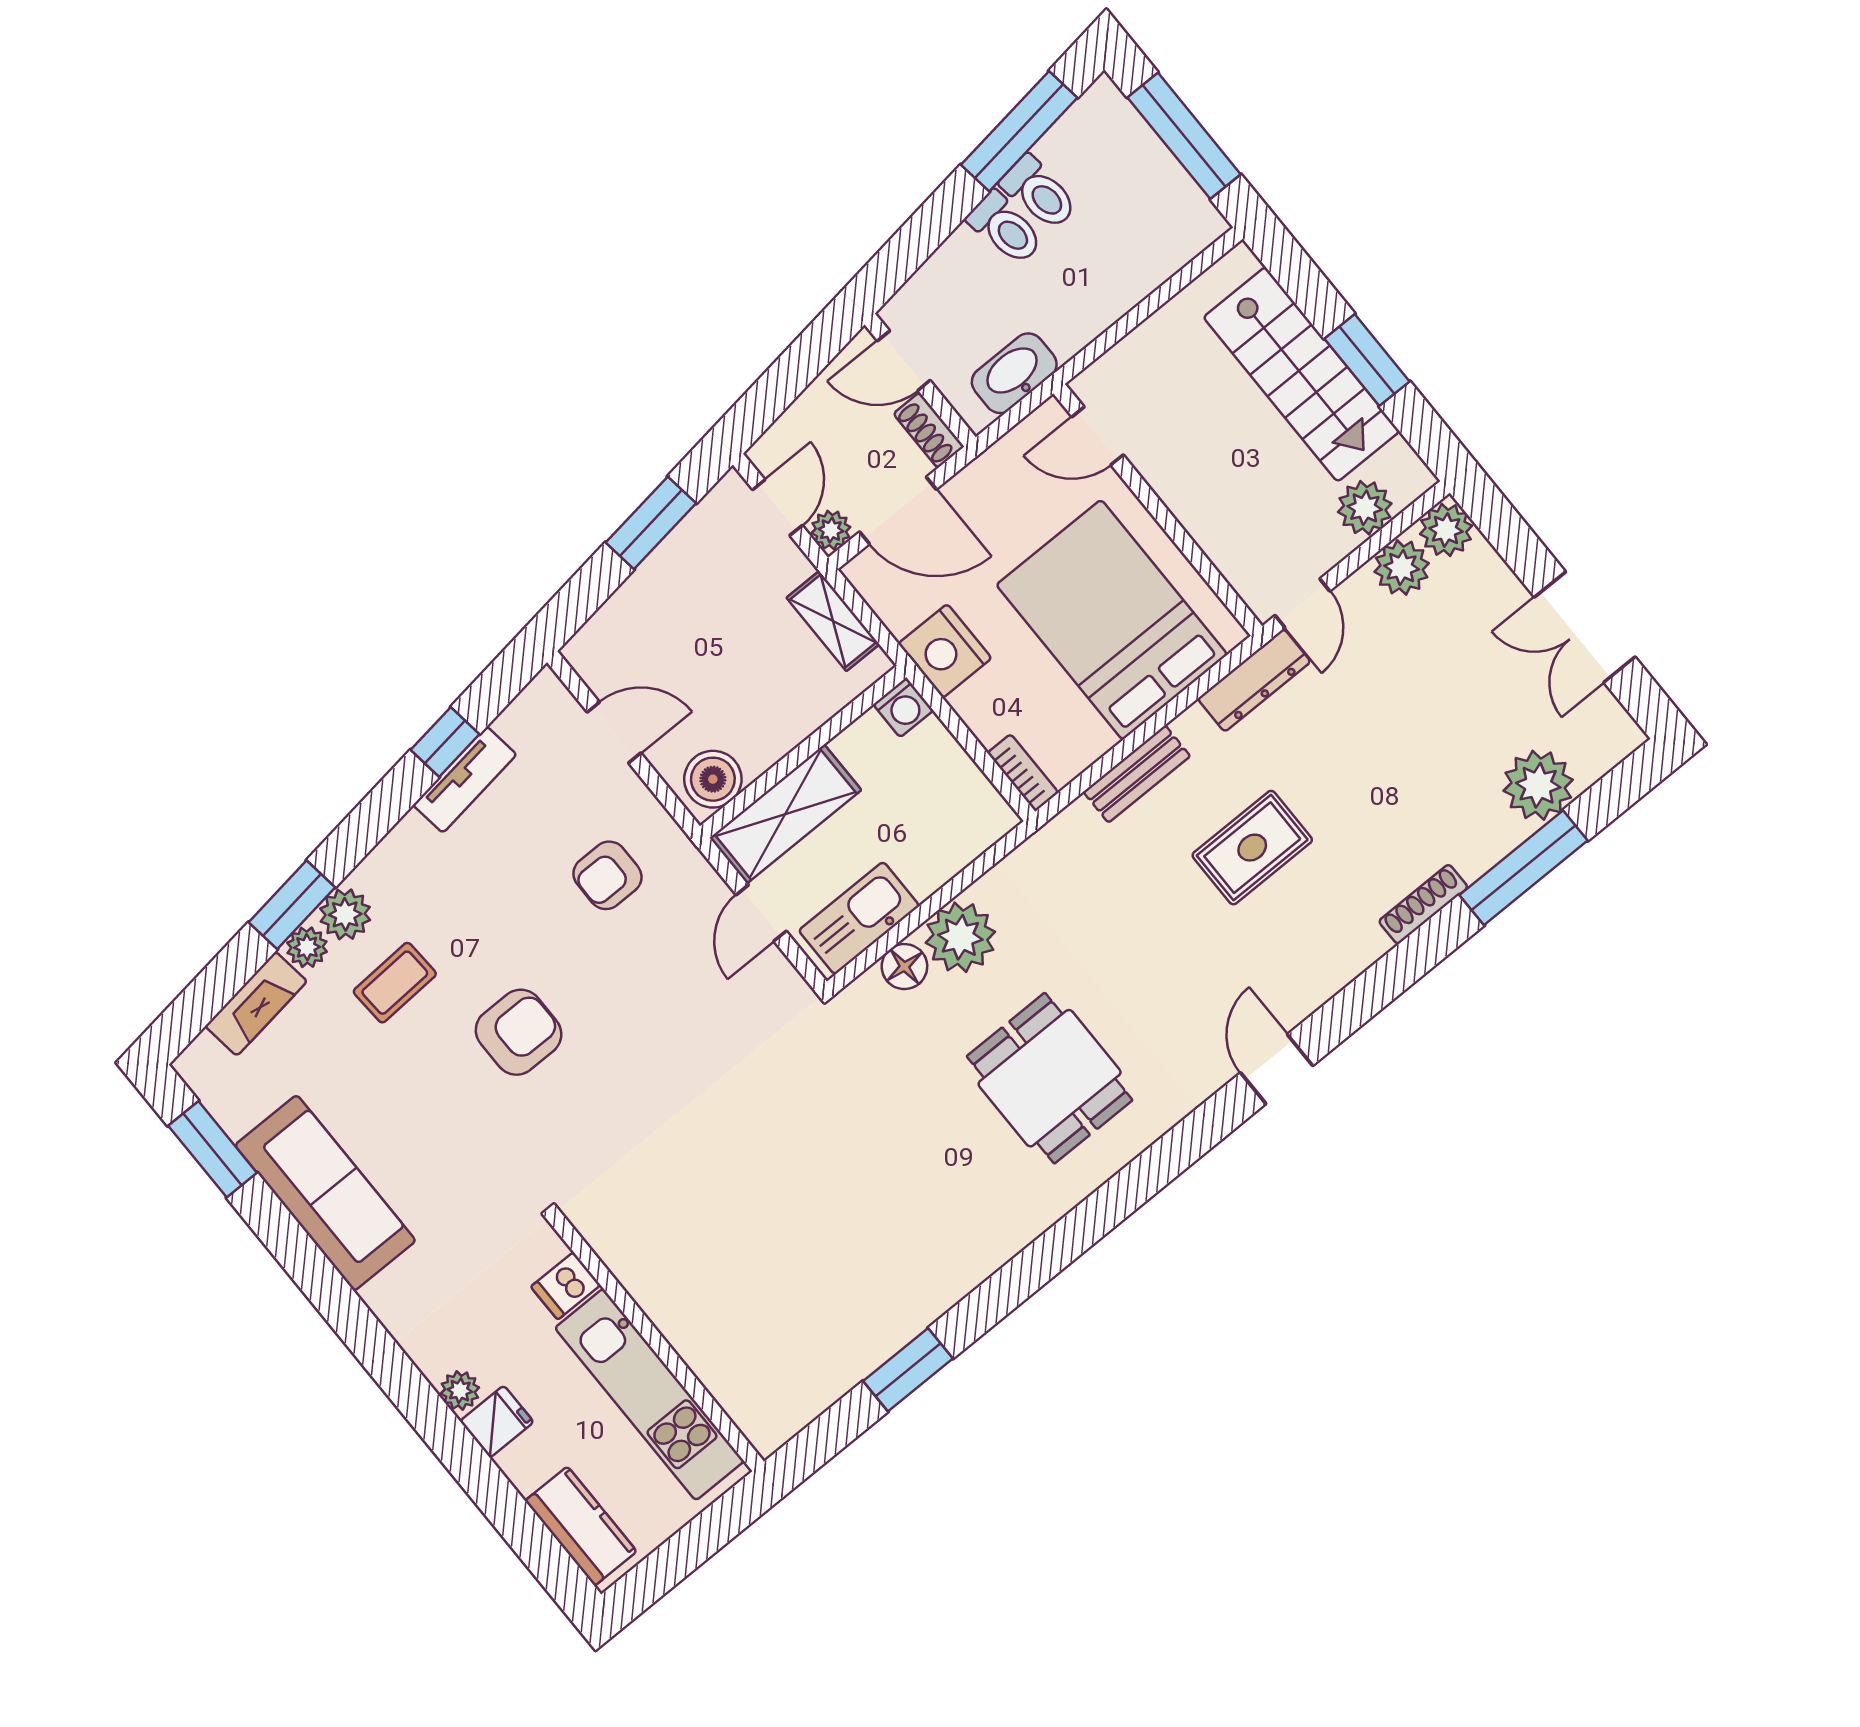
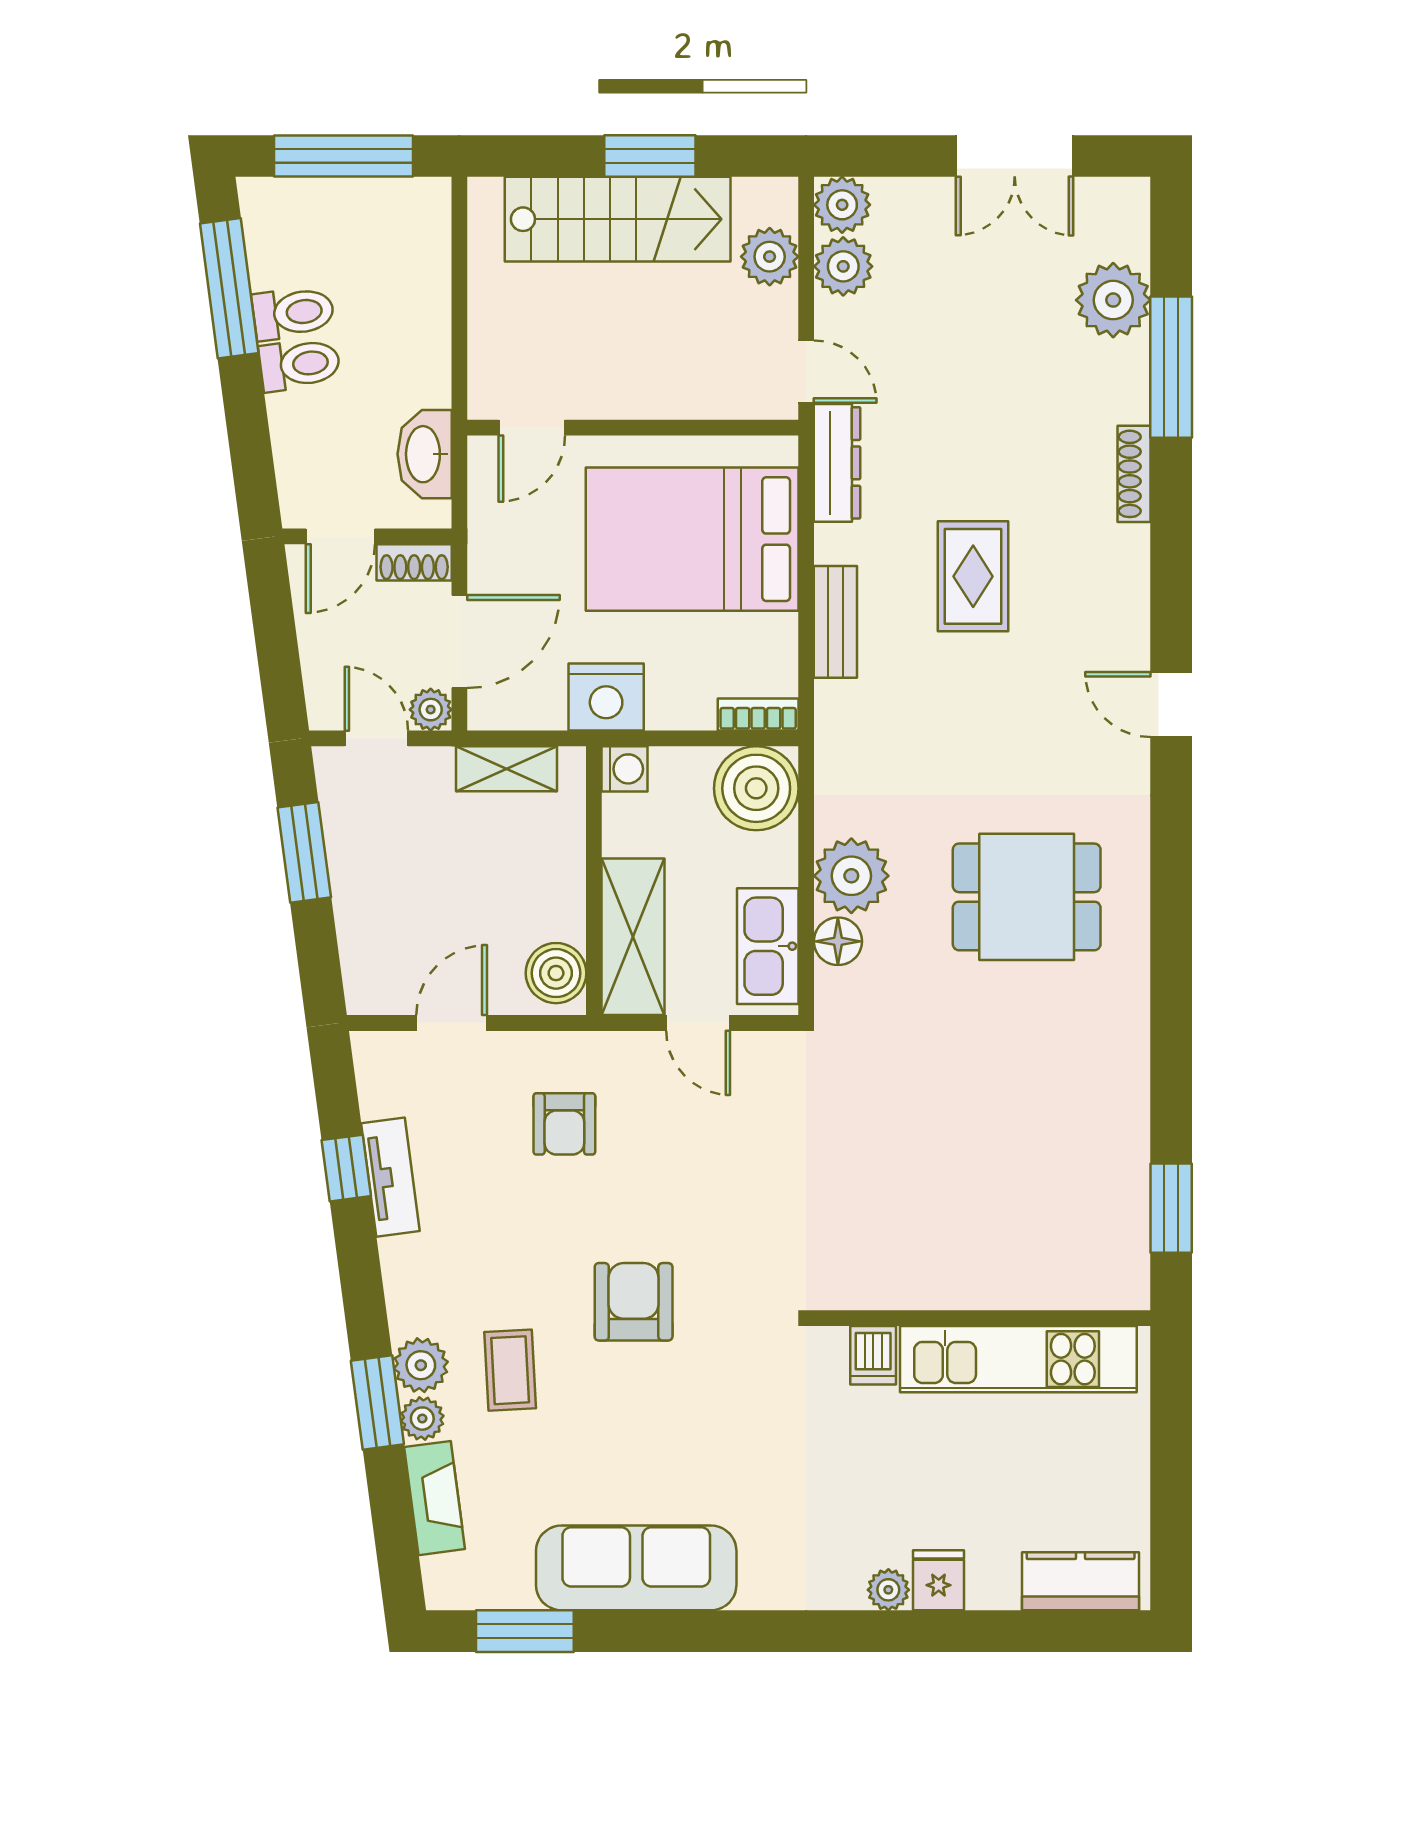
boiler: (968, 815) -> (756, 788), added
dishwasher: (566, 1286) -> (873, 1355), moved
wall: (658, 1343) -> (982, 1318), moved
kitchen unit: (649, 1394) -> (1018, 1359), moved

